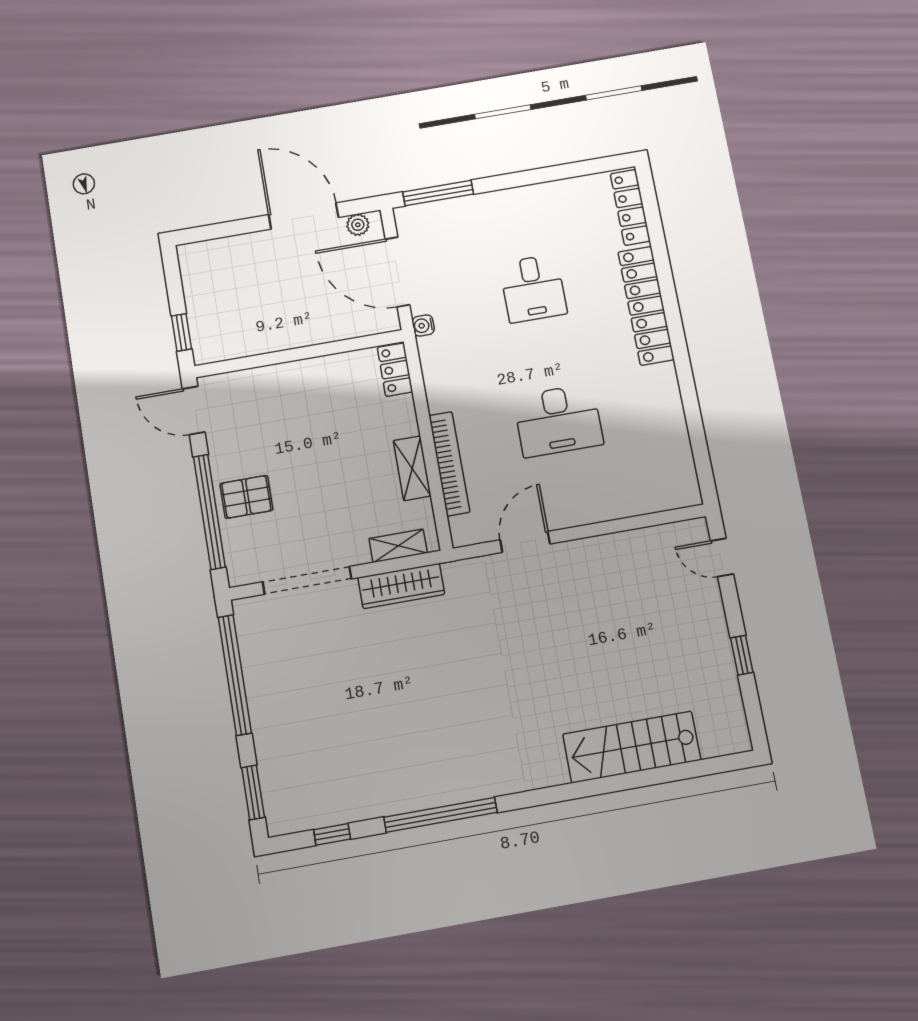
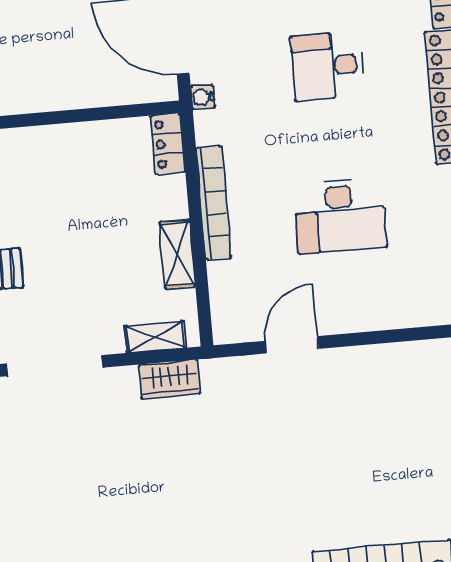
desk: (533, 288) -> (327, 66), turned 90
bookcase: (449, 464) -> (214, 203), moved
wardrobe: (401, 586) -> (170, 379), width x0.67

